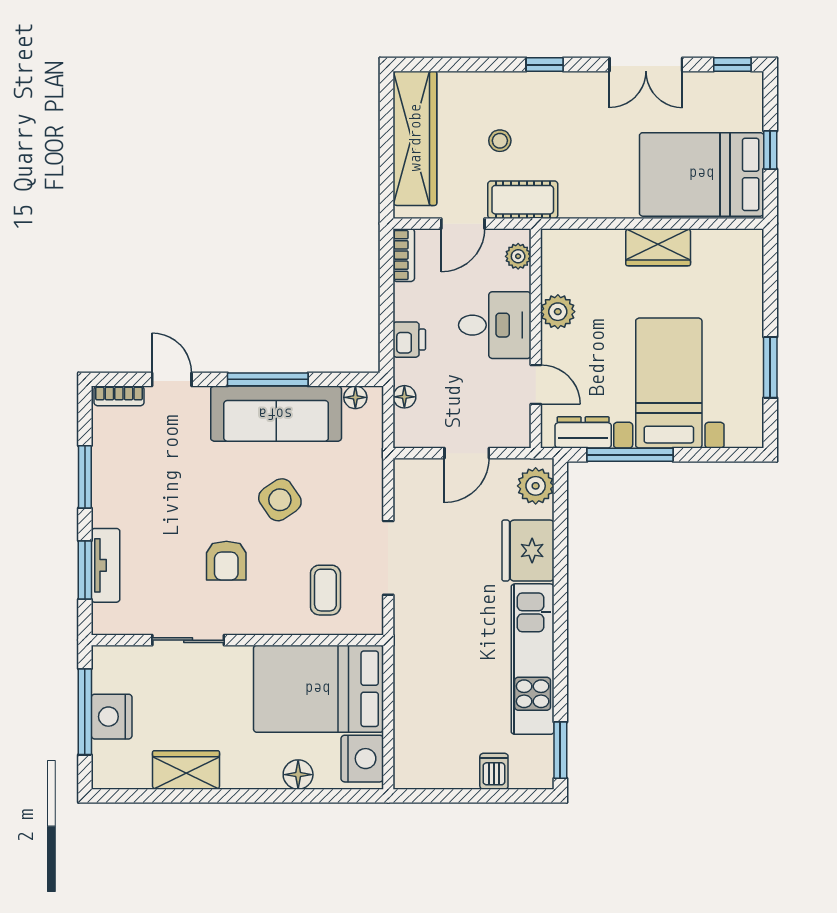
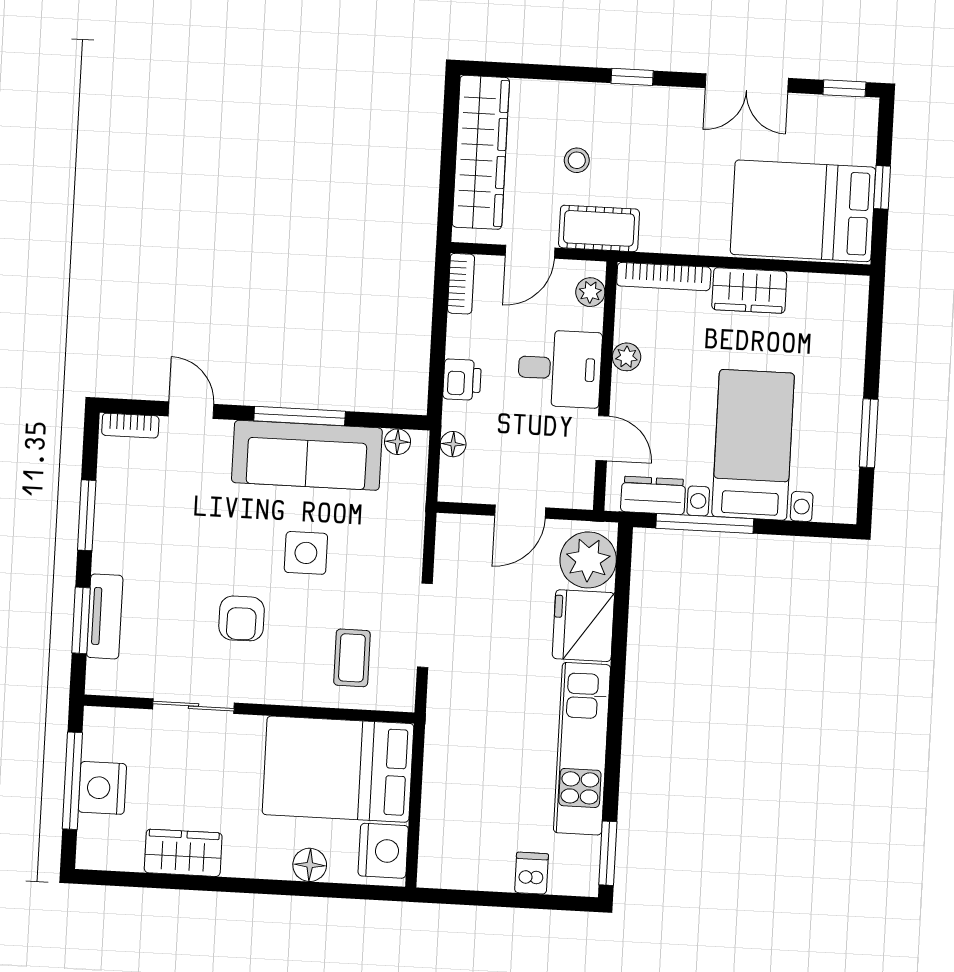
bookcase: (582, 239) -> (664, 277), added
plant: (558, 312) -> (627, 357), width x0.73, depth x0.73
plant: (536, 486) -> (588, 560), width x1.36, depth x1.36
side table: (280, 500) -> (306, 553), turned 34

